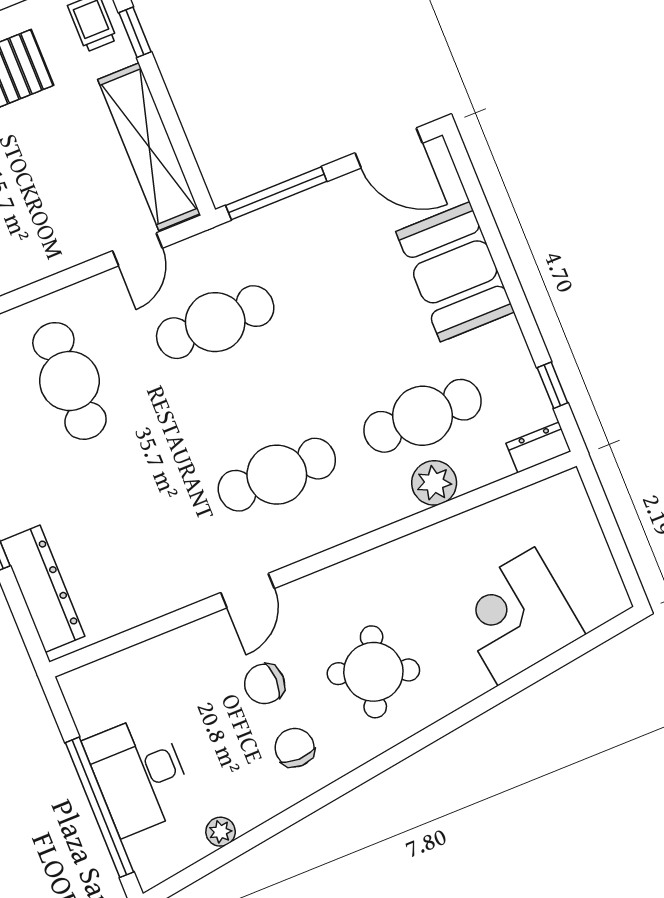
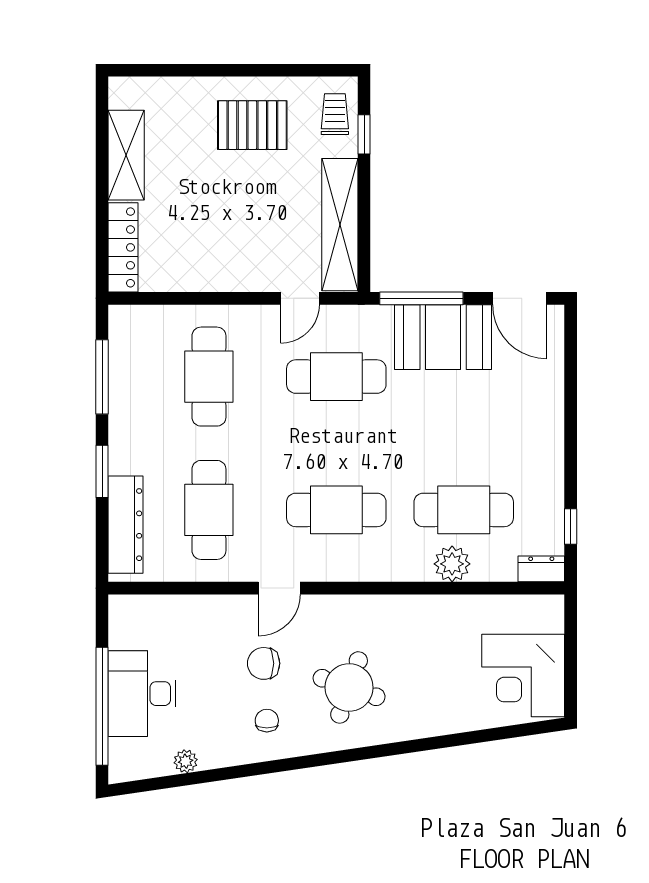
booth: (455, 272) -> (443, 337), moved, turned 90
cafe table: (131, 533) -> (209, 510), added
corner desk: (516, 616) -> (523, 675), moved, turned -82
chair: (295, 748) -> (267, 721), width x0.73, depth x0.73

